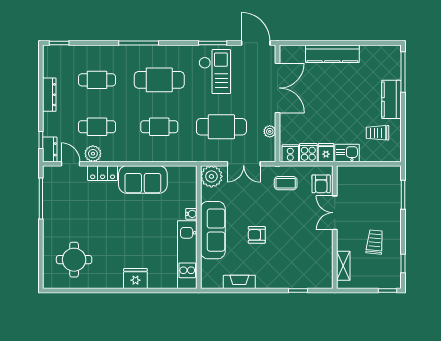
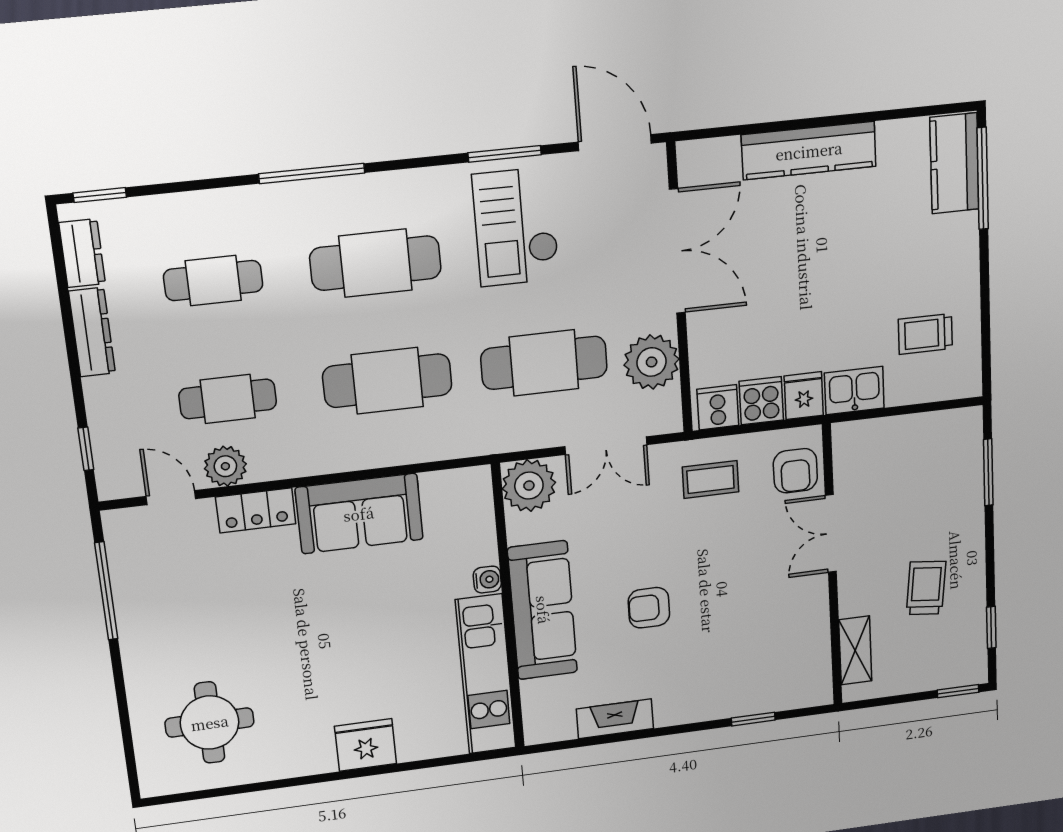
checkout: (215, 72) -> (516, 227), turned 180
kitchen counter: (391, 99) -> (954, 163), moved
cafe table: (159, 127) -> (387, 381), width x1.37, depth x1.35
plant: (270, 131) -> (652, 362), width x1.87, depth x1.87
dresser: (50, 149) -> (82, 253), moved

